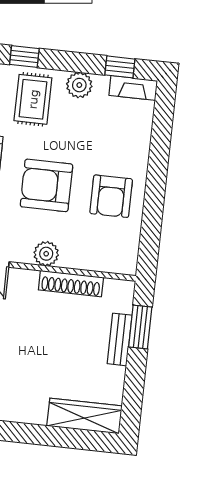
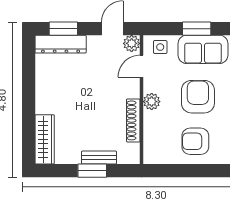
window: (140, 327) -> (92, 171), moved

